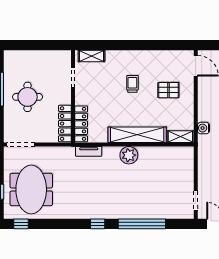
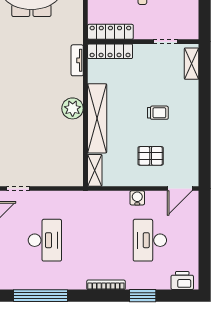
pallet: (168, 90) -> (151, 156), turned 90
water cooler: (203, 128) -> (137, 198), moved

